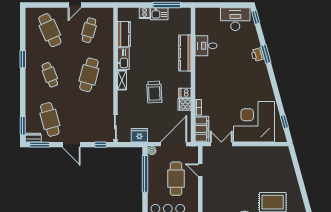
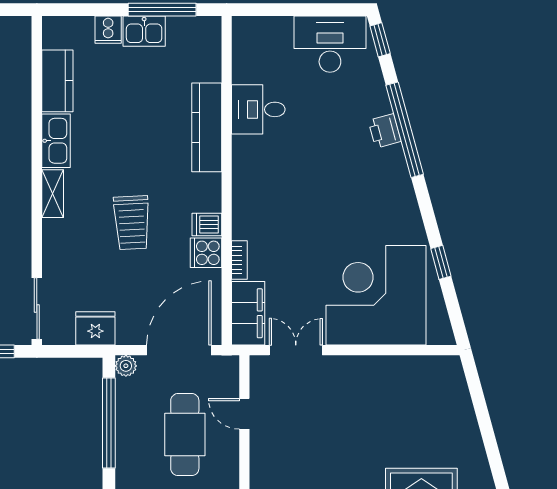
window: (266, 54) -> (405, 130), width x2.11
window: (284, 122) -> (441, 262), moved

